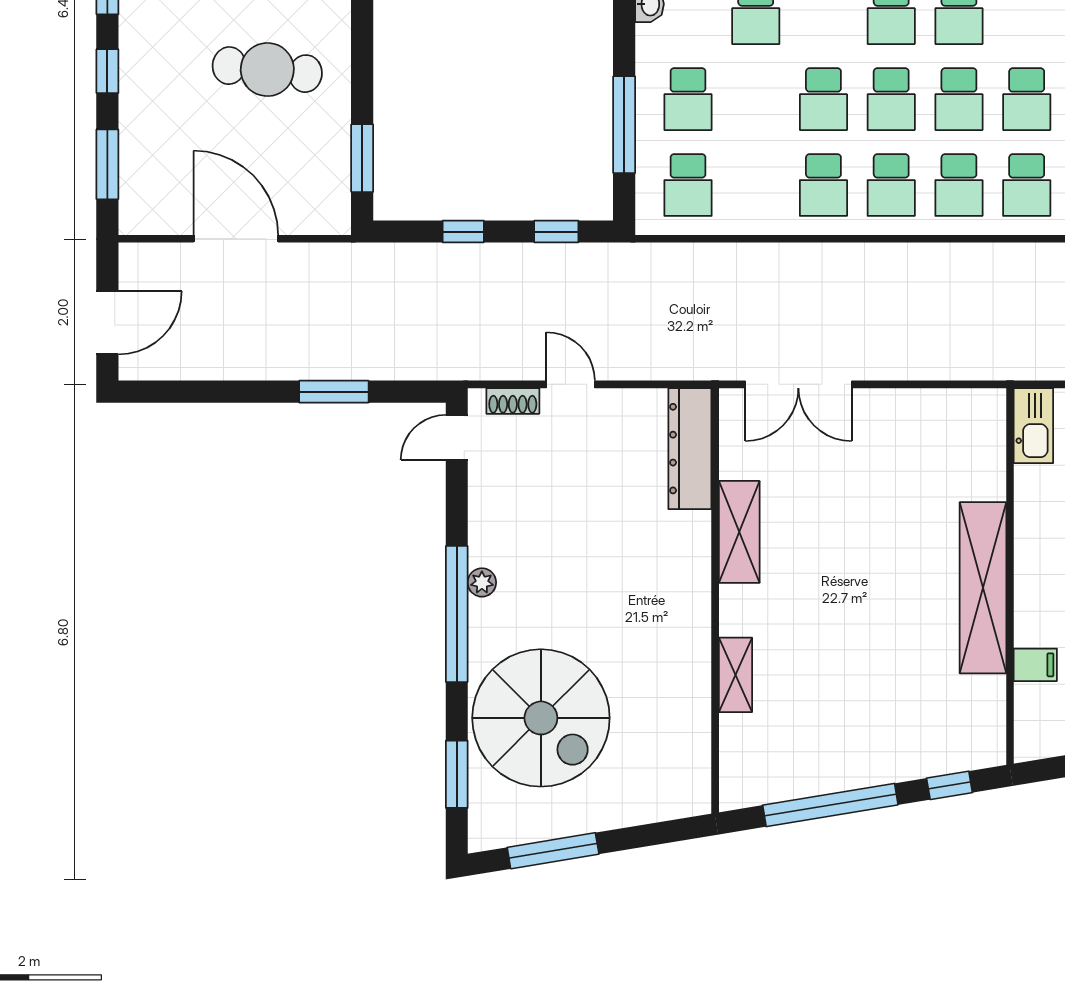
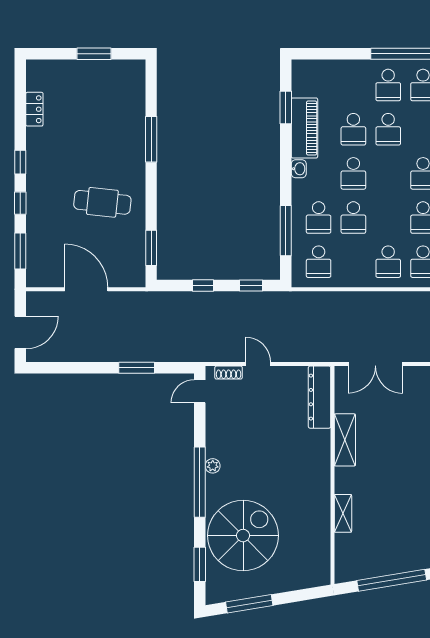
school desk: (823, 99) -> (353, 218), moved
spiral stairs: (541, 718) -> (243, 536), turned -90

